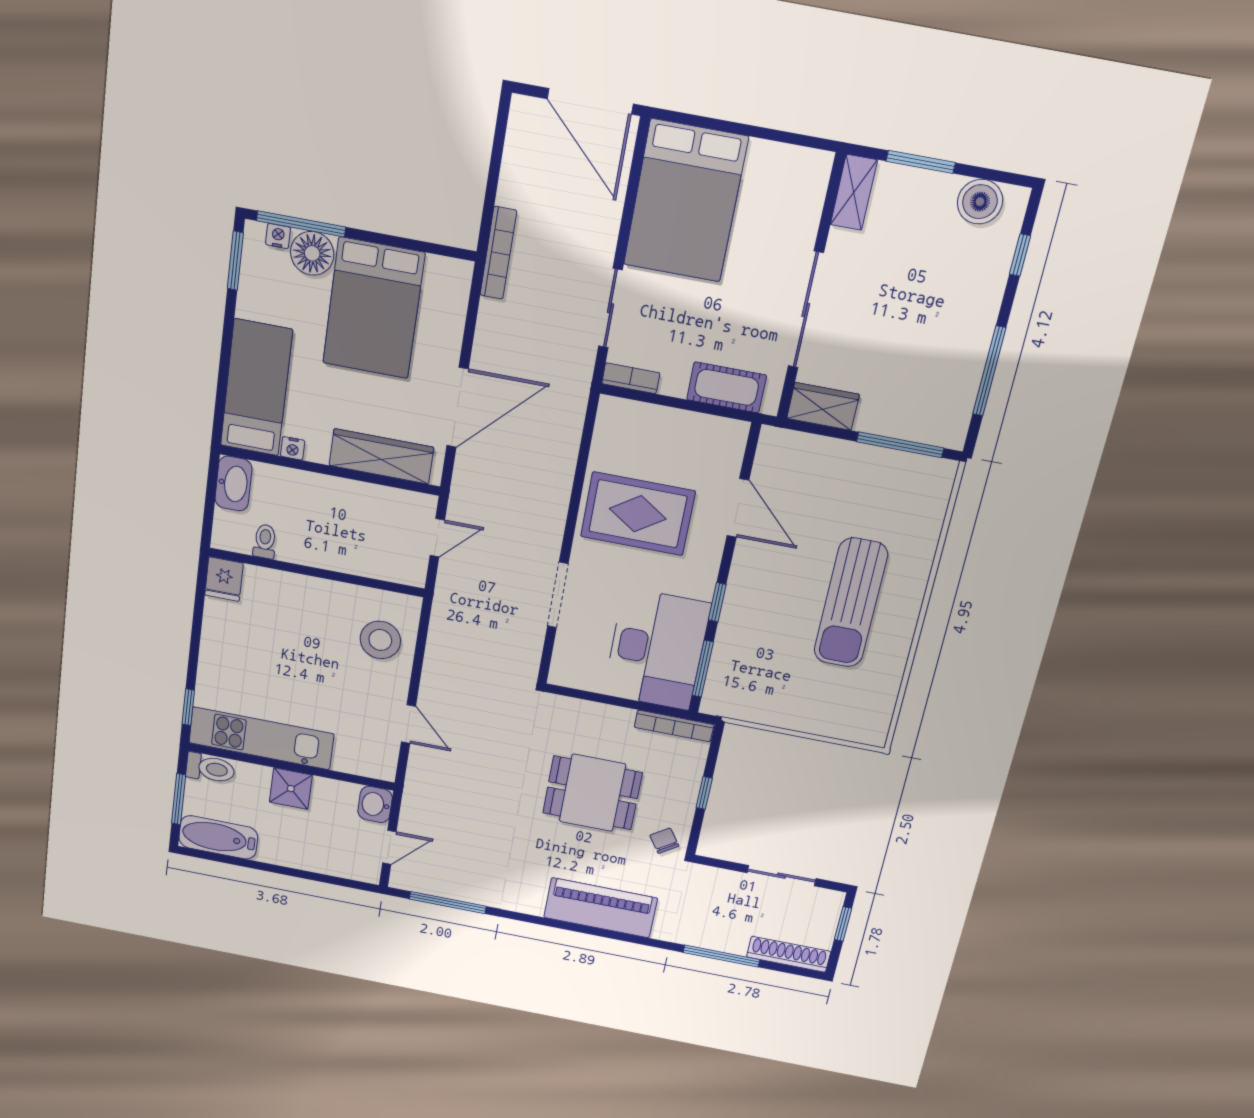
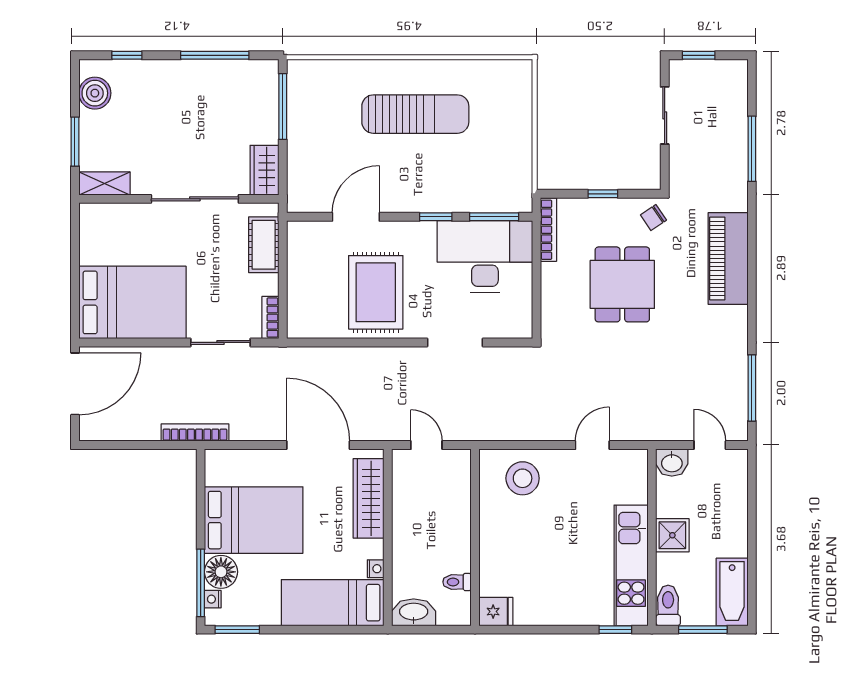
shoe rack: (789, 954) -> (737, 93), removed

